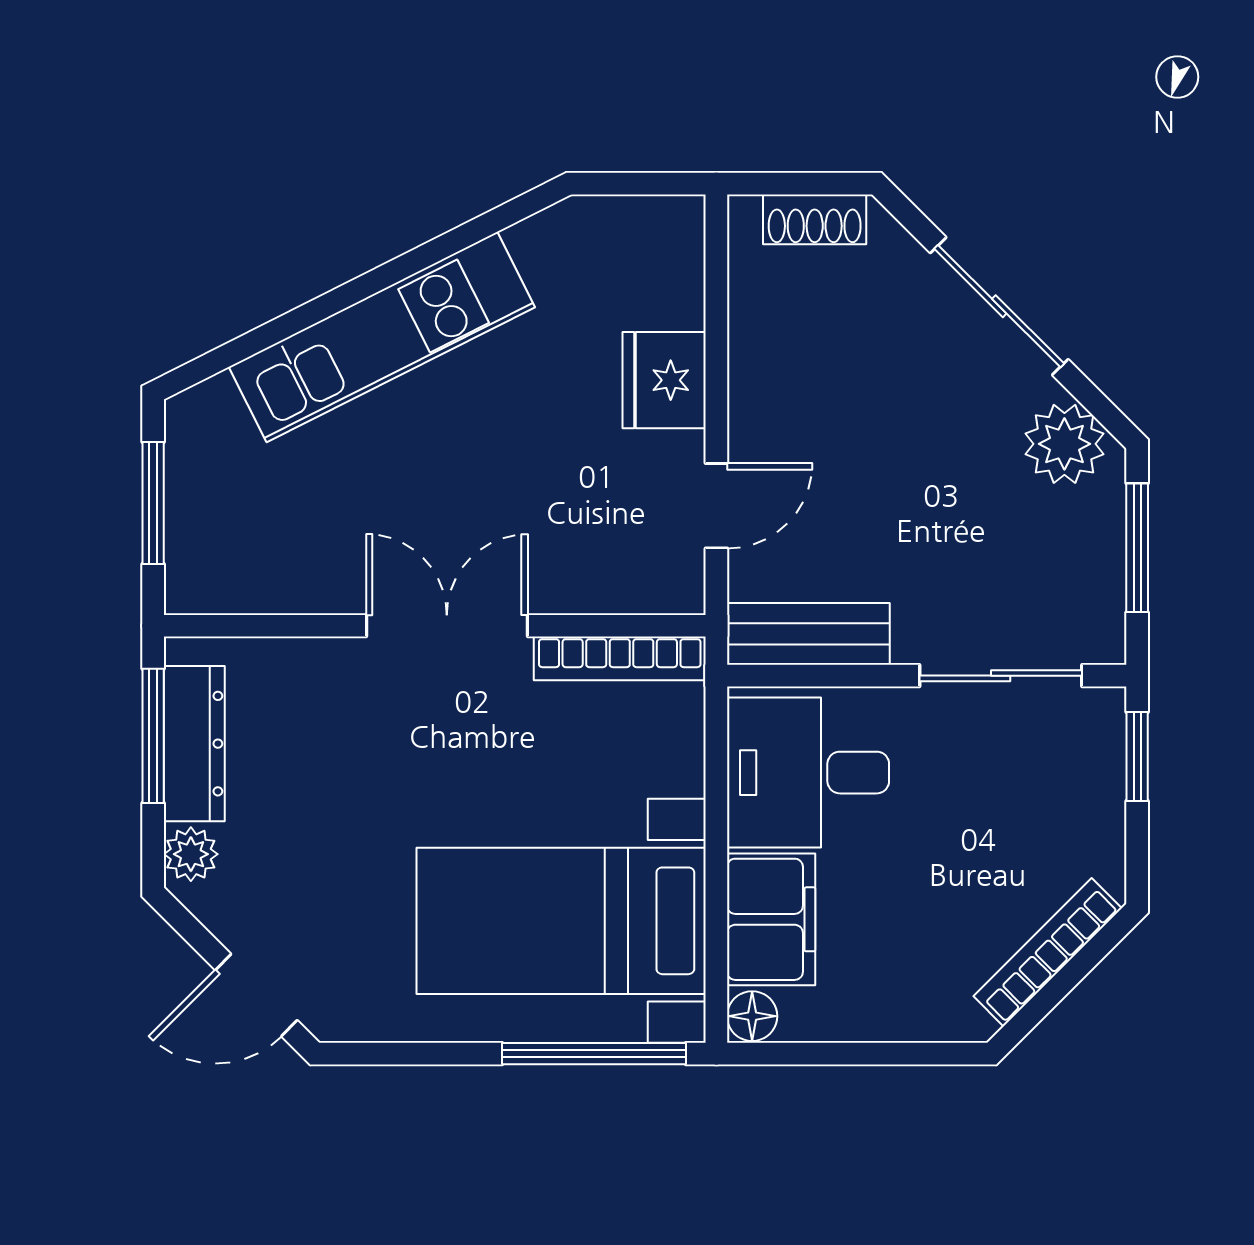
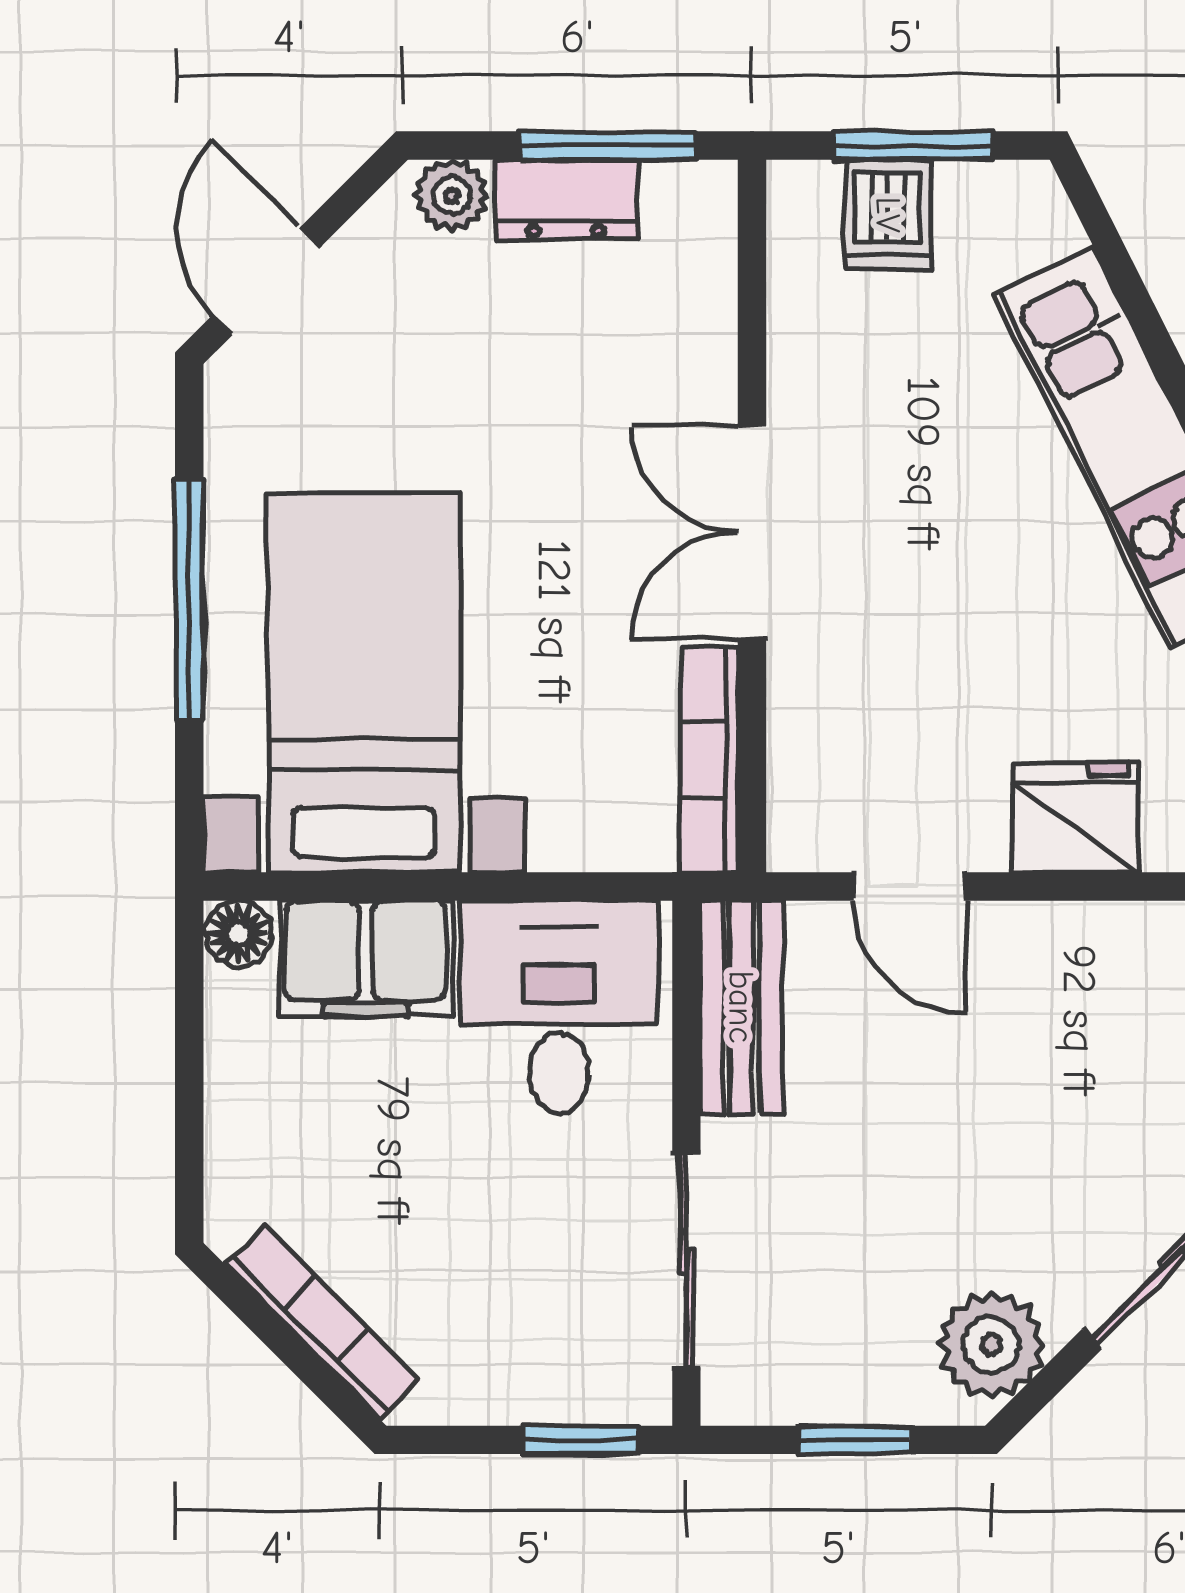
dishwasher: (206, 522) -> (888, 215), added
window: (1137, 548) -> (855, 1440), width x0.67
double door: (447, 626) -> (752, 532), swing flipped
dresser: (194, 744) -> (566, 200), width x0.70
window: (594, 1054) -> (189, 600), moved

